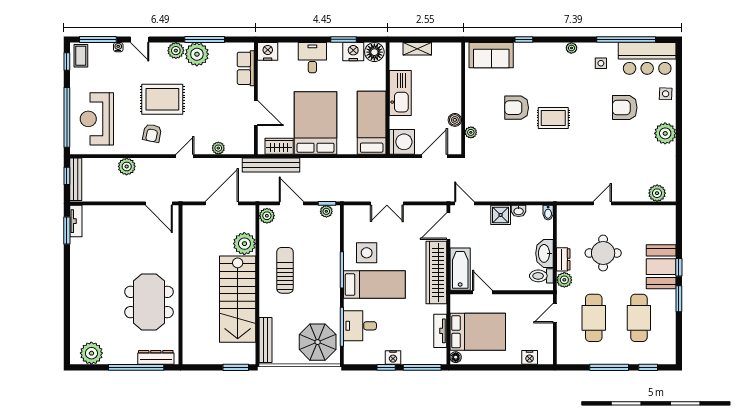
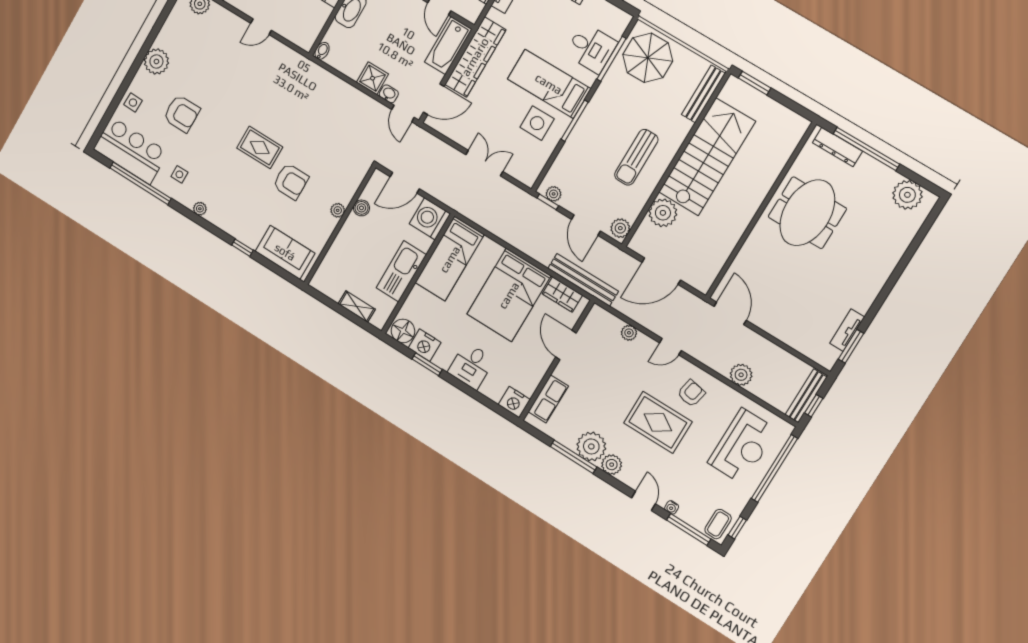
plant: (471, 132) -> (338, 210), moved
washbasin: (519, 211) -> (389, 94), moved
tv unit: (76, 221) -> (847, 330), moved

